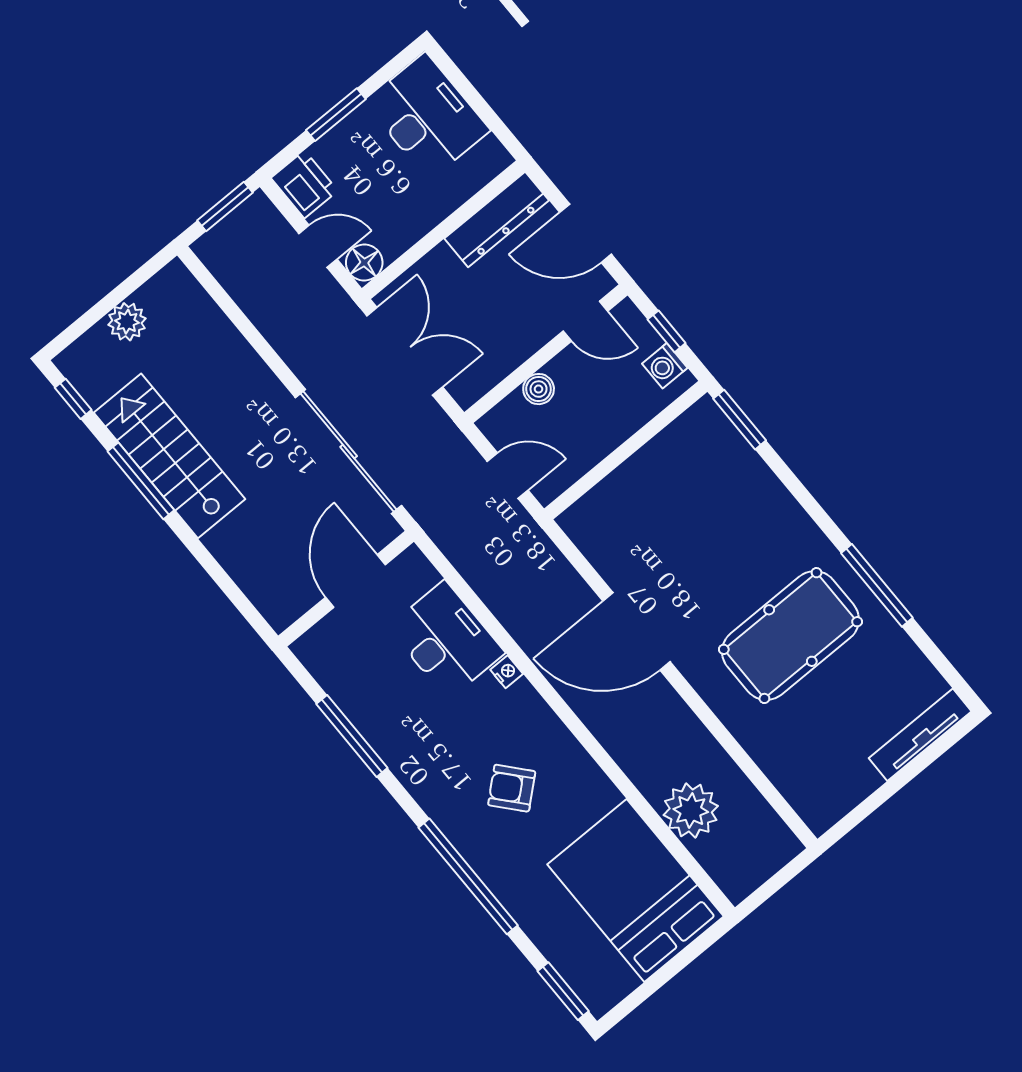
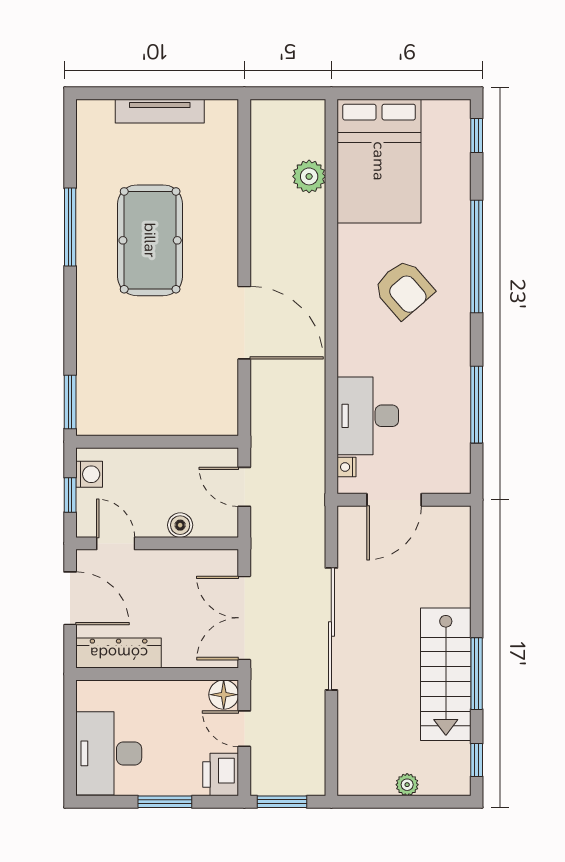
plant: (127, 322) -> (407, 785), width x0.73, depth x0.73
sliding door: (349, 451) -> (331, 629), moved
pool table: (790, 636) -> (150, 240), turned 90
nightstand: (507, 672) -> (347, 467), moved
tv unit: (920, 735) -> (160, 111), moved
armchair: (512, 788) -> (404, 289), width x1.38, depth x1.38
plant: (691, 810) -> (309, 176), width x0.73, depth x0.73
window: (563, 991) -> (477, 135), width x0.67

